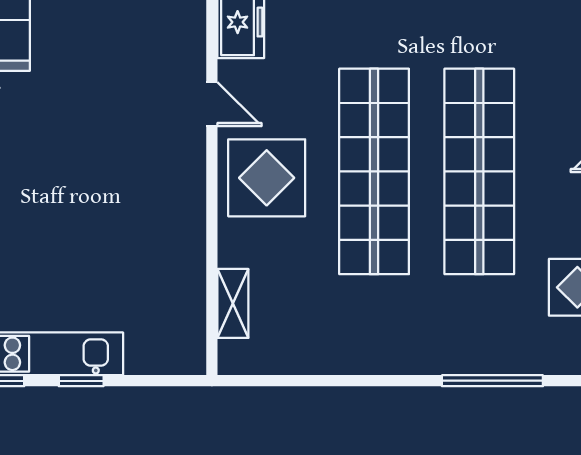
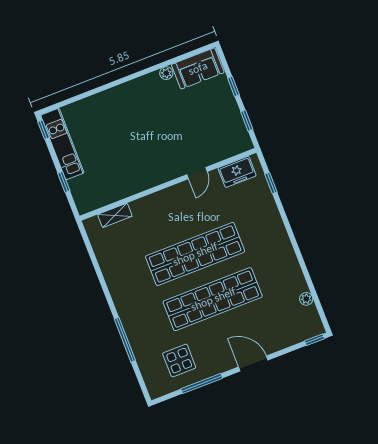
display table: (267, 178) -> (174, 209), removed
window: (81, 381) -> (64, 182), moved

